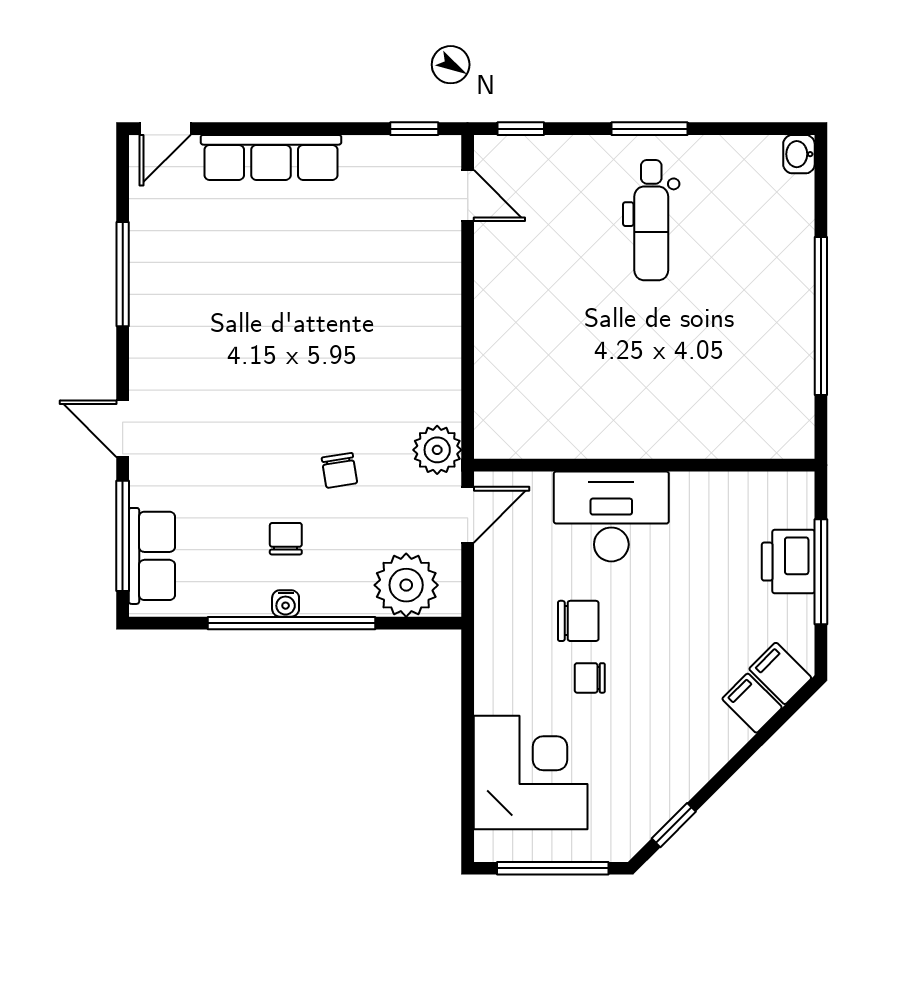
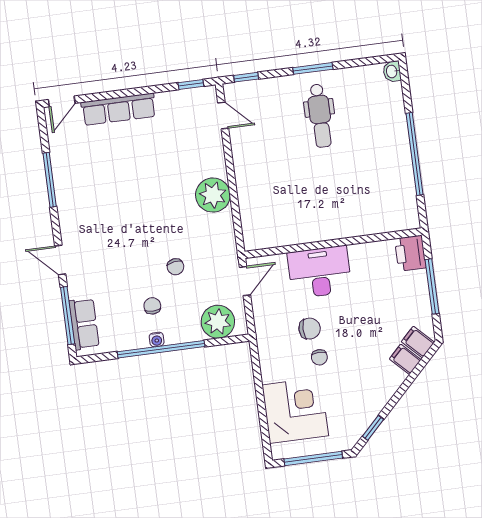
plant: (437, 450) -> (213, 195), moved, width x1.36, depth x1.36
printer: (788, 562) -> (410, 253), moved
chair: (590, 678) -> (319, 357), turned -90

